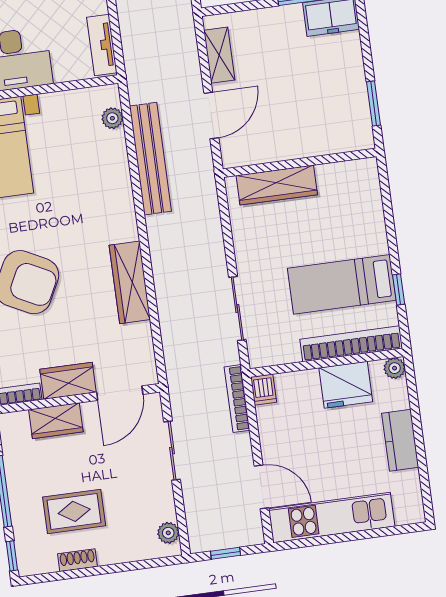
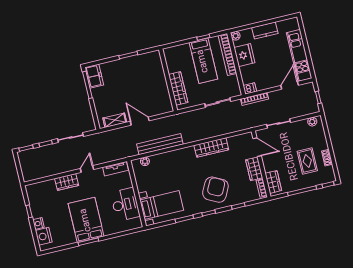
wall: (300, 163) -> (168, 80), moved
wardrobe: (277, 185) -> (178, 88), moved
wardrobe: (56, 421) -> (273, 182), moved

